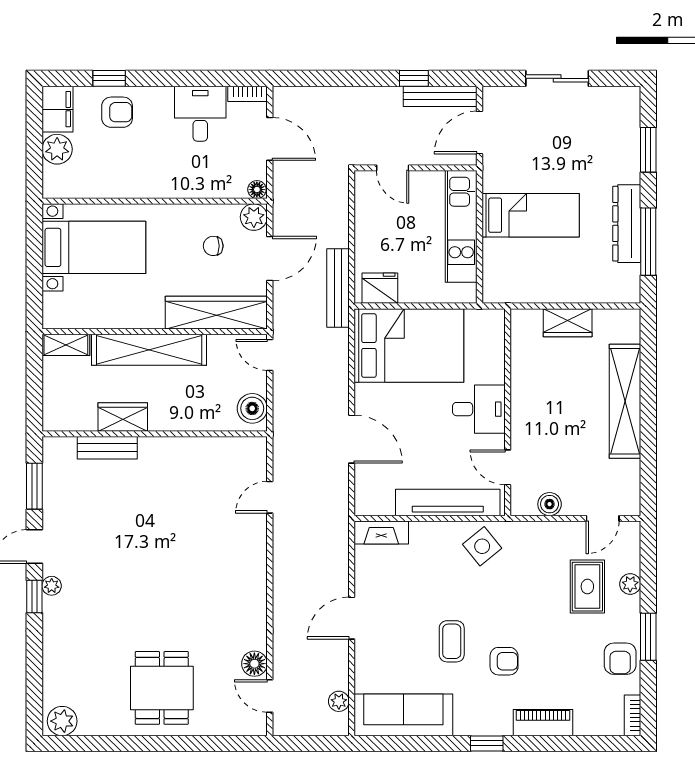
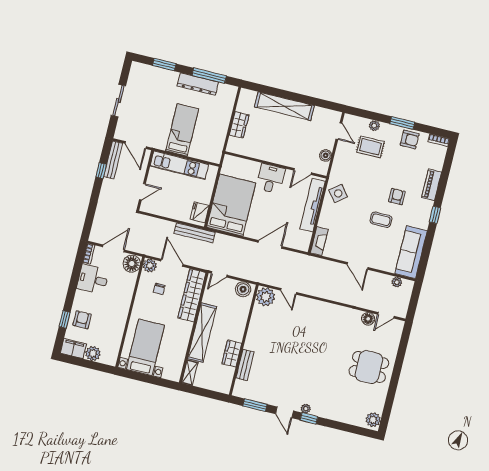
floor lamp: (257, 190) -> (132, 264), width x1.89, depth x1.89
plant: (248, 455) -> (266, 297), added

